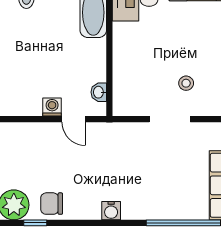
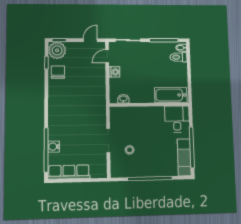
door: (74, 119) -> (107, 56), moved
water cooler: (111, 211) -> (54, 147), moved

